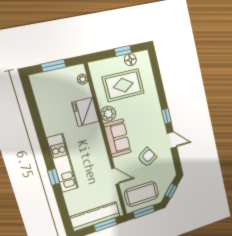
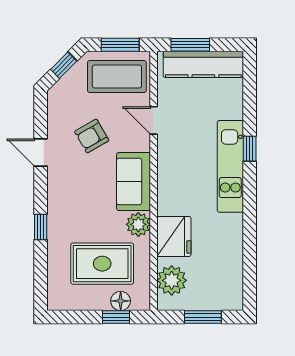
window: (123, 51) -> (116, 317), moved
floor lamp: (130, 60) -> (121, 301), moved
plant: (83, 79) -> (172, 280), width x1.88, depth x1.88
window: (166, 116) -> (41, 227), moved

